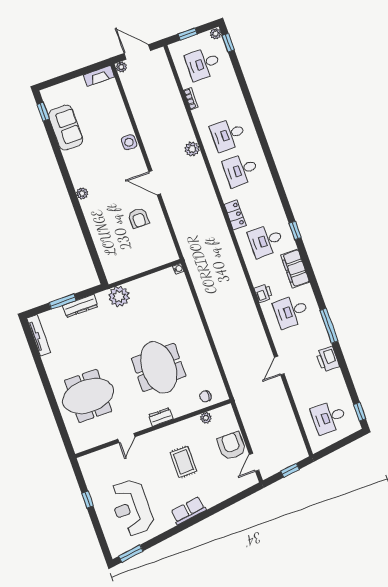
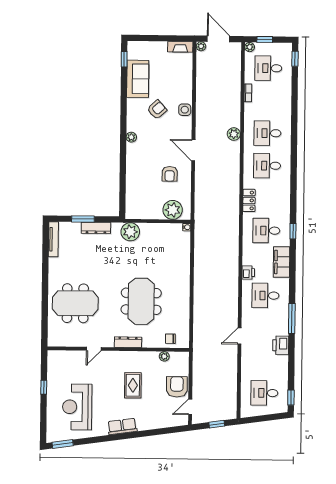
plant: (215, 34) -> (250, 47), moved
armchair: (99, 153) -> (157, 110), added
plant: (156, 256) -> (173, 210), added
dresser: (161, 417) -> (128, 342), width x1.44

